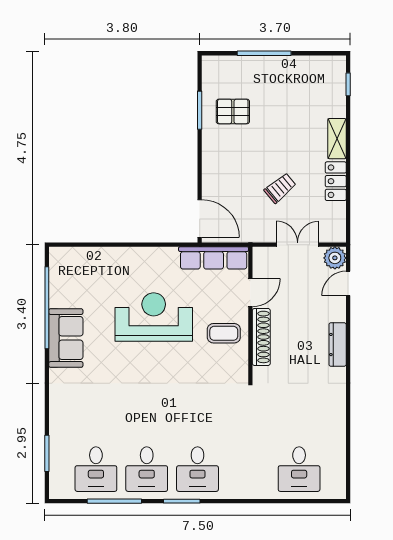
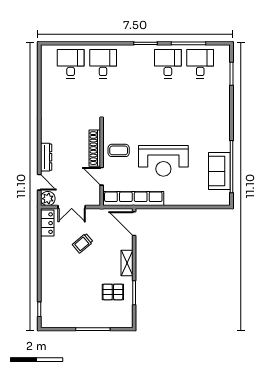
shelving: (337, 139) -> (127, 263), moved
locker: (336, 181) -> (47, 223), moved
row of seats: (214, 258) -> (133, 199), width x1.36
door: (348, 283) -> (39, 182), hinge flipped
door: (250, 293) -> (102, 176), hinge flipped
sofa: (66, 338) -> (219, 171), moved
dresser: (338, 345) -> (46, 157), moved
desk: (198, 469) -> (103, 64), moved

